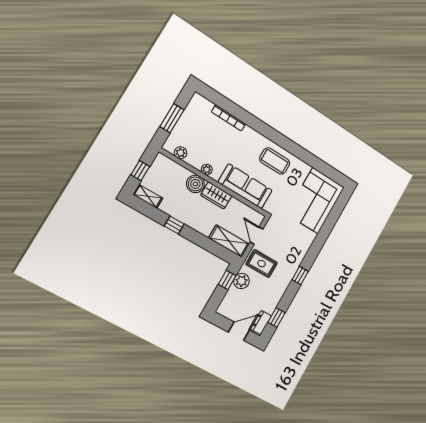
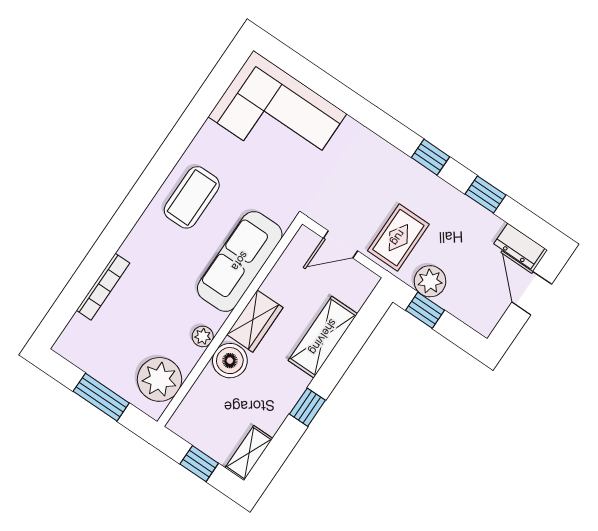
plant: (181, 153) -> (160, 379), width x1.87, depth x1.87
shelving: (229, 241) -> (323, 337), moved
window: (276, 318) -> (485, 195), moved

